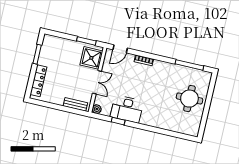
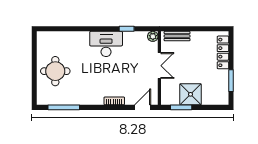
shower: (91, 58) -> (190, 94), moved
double door: (97, 82) -> (159, 66), swing flipped
desk: (127, 109) -> (106, 44), moved

